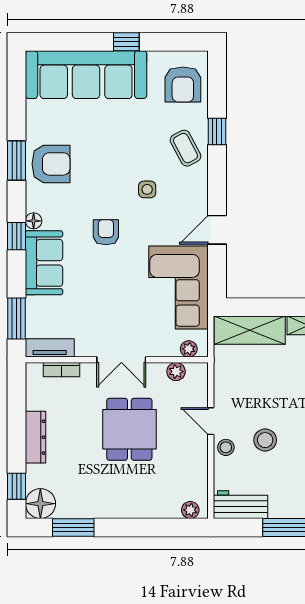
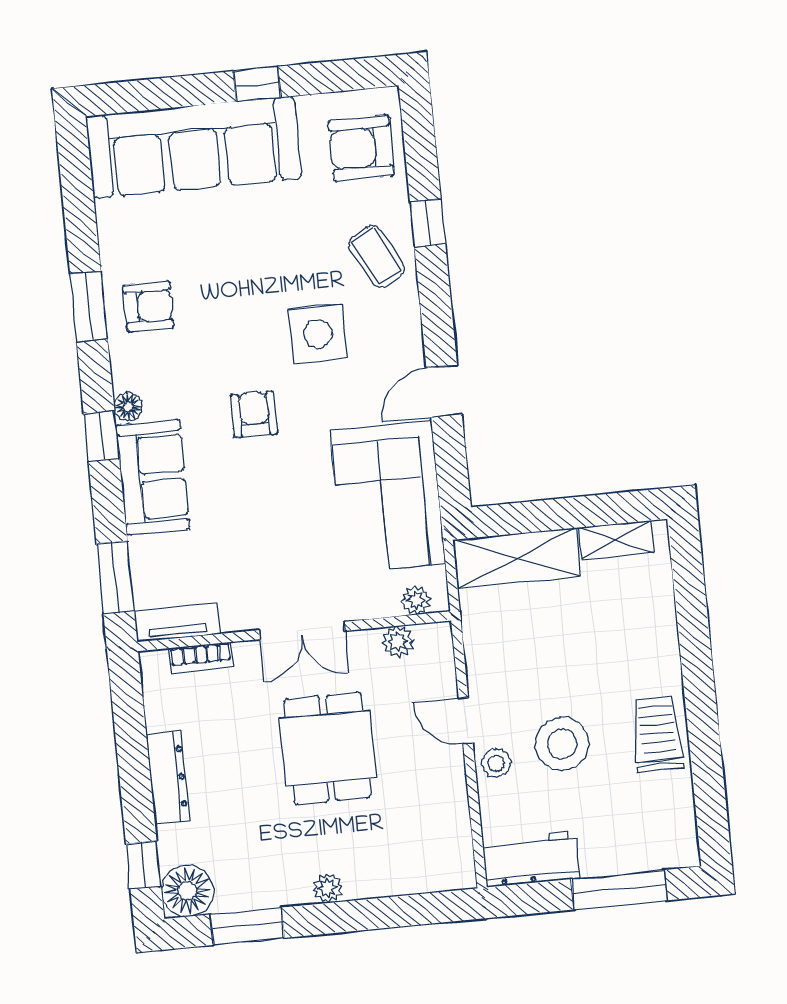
armchair: (183, 85) -> (361, 148), turned 90
armchair: (51, 164) -> (148, 306), width x0.72, depth x0.72
side table: (147, 189) -> (318, 334), width x1.87, depth x1.87
stool: (265, 440) -> (562, 744), width x1.38, depth x1.38
plant: (190, 510) -> (328, 888), moved

